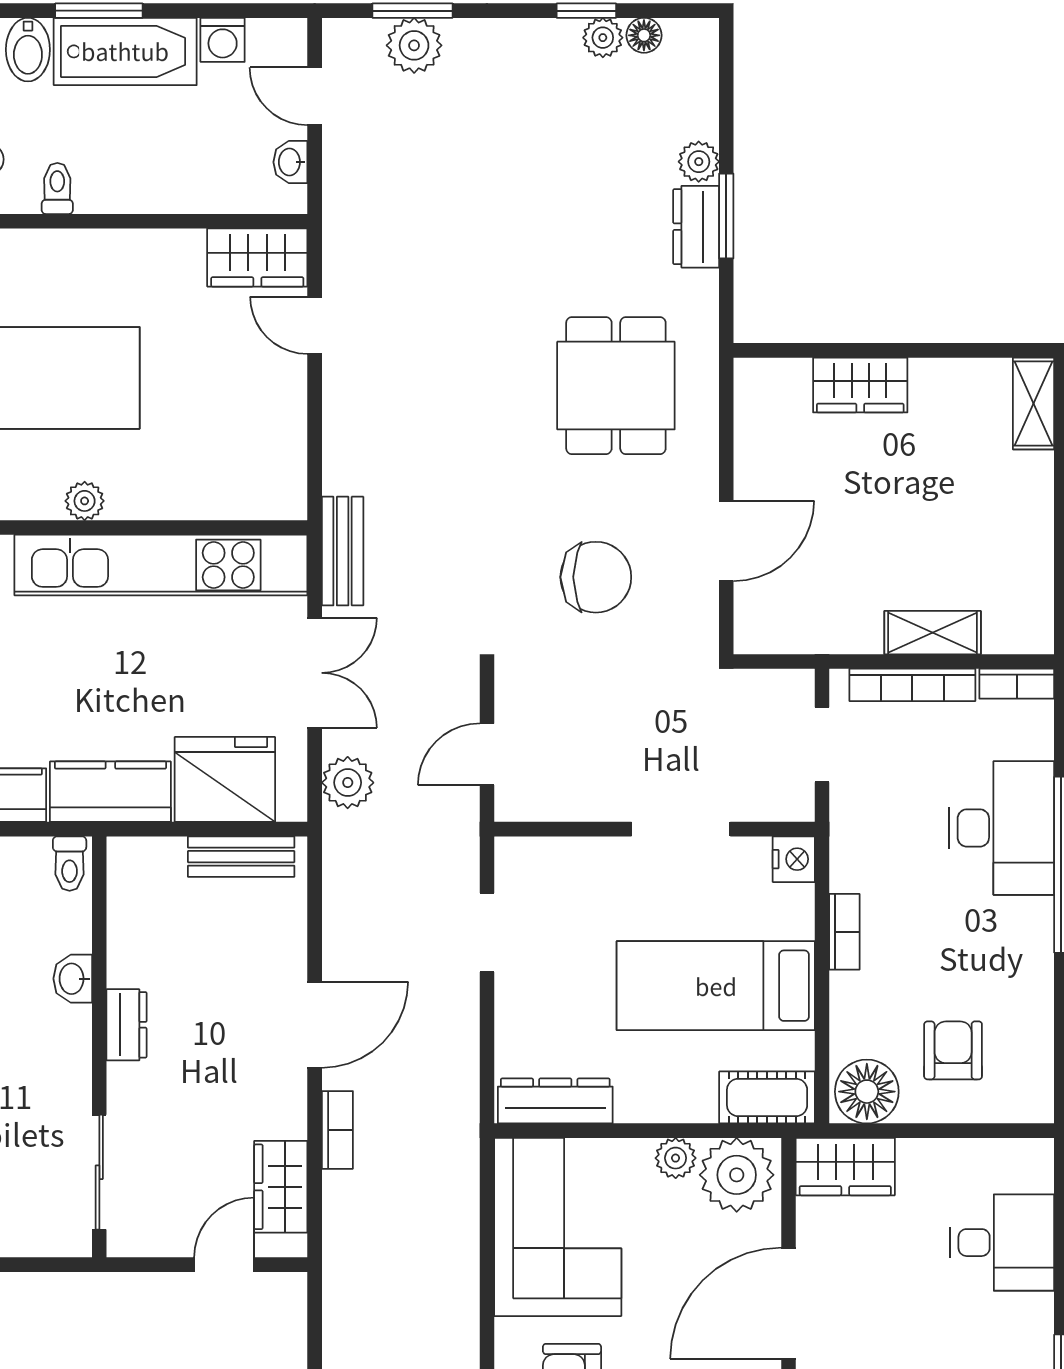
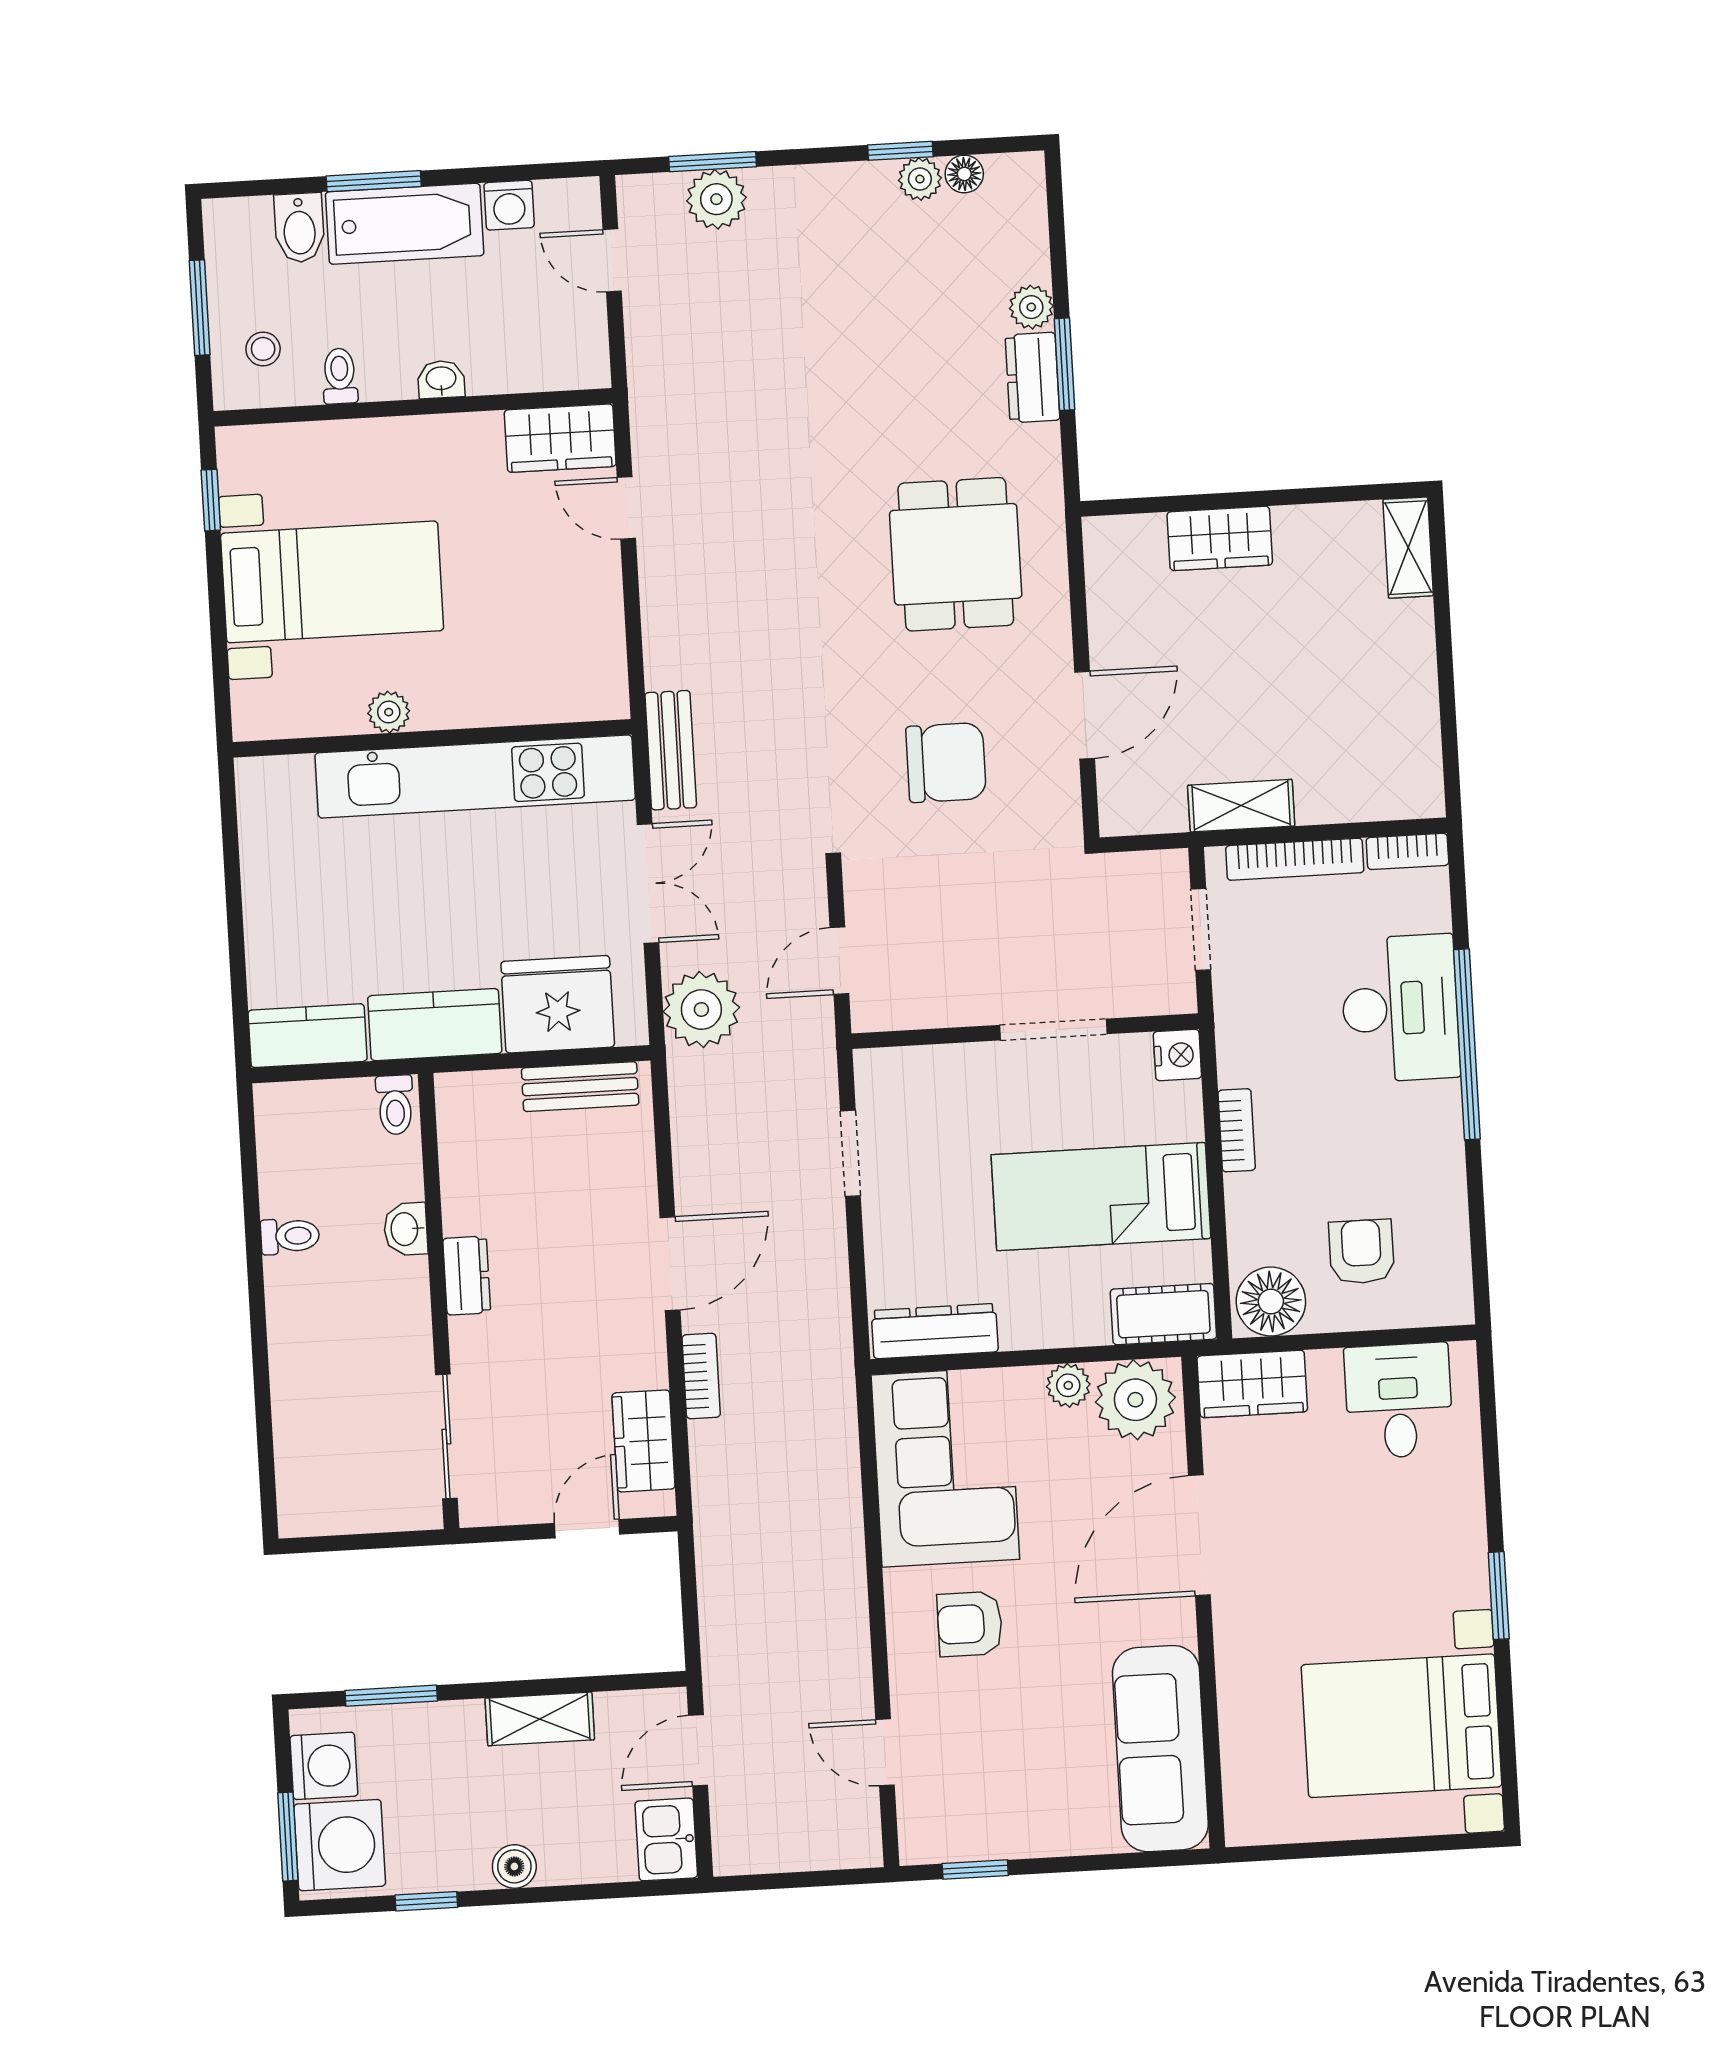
washbasin: (290, 162) -> (441, 379), moved, turned 90
shelving: (933, 633) -> (1241, 806), moved
plant: (348, 783) -> (701, 1010), width x1.36, depth x1.36
desk: (1002, 1243) -> (1399, 1401), moved, turned -90

